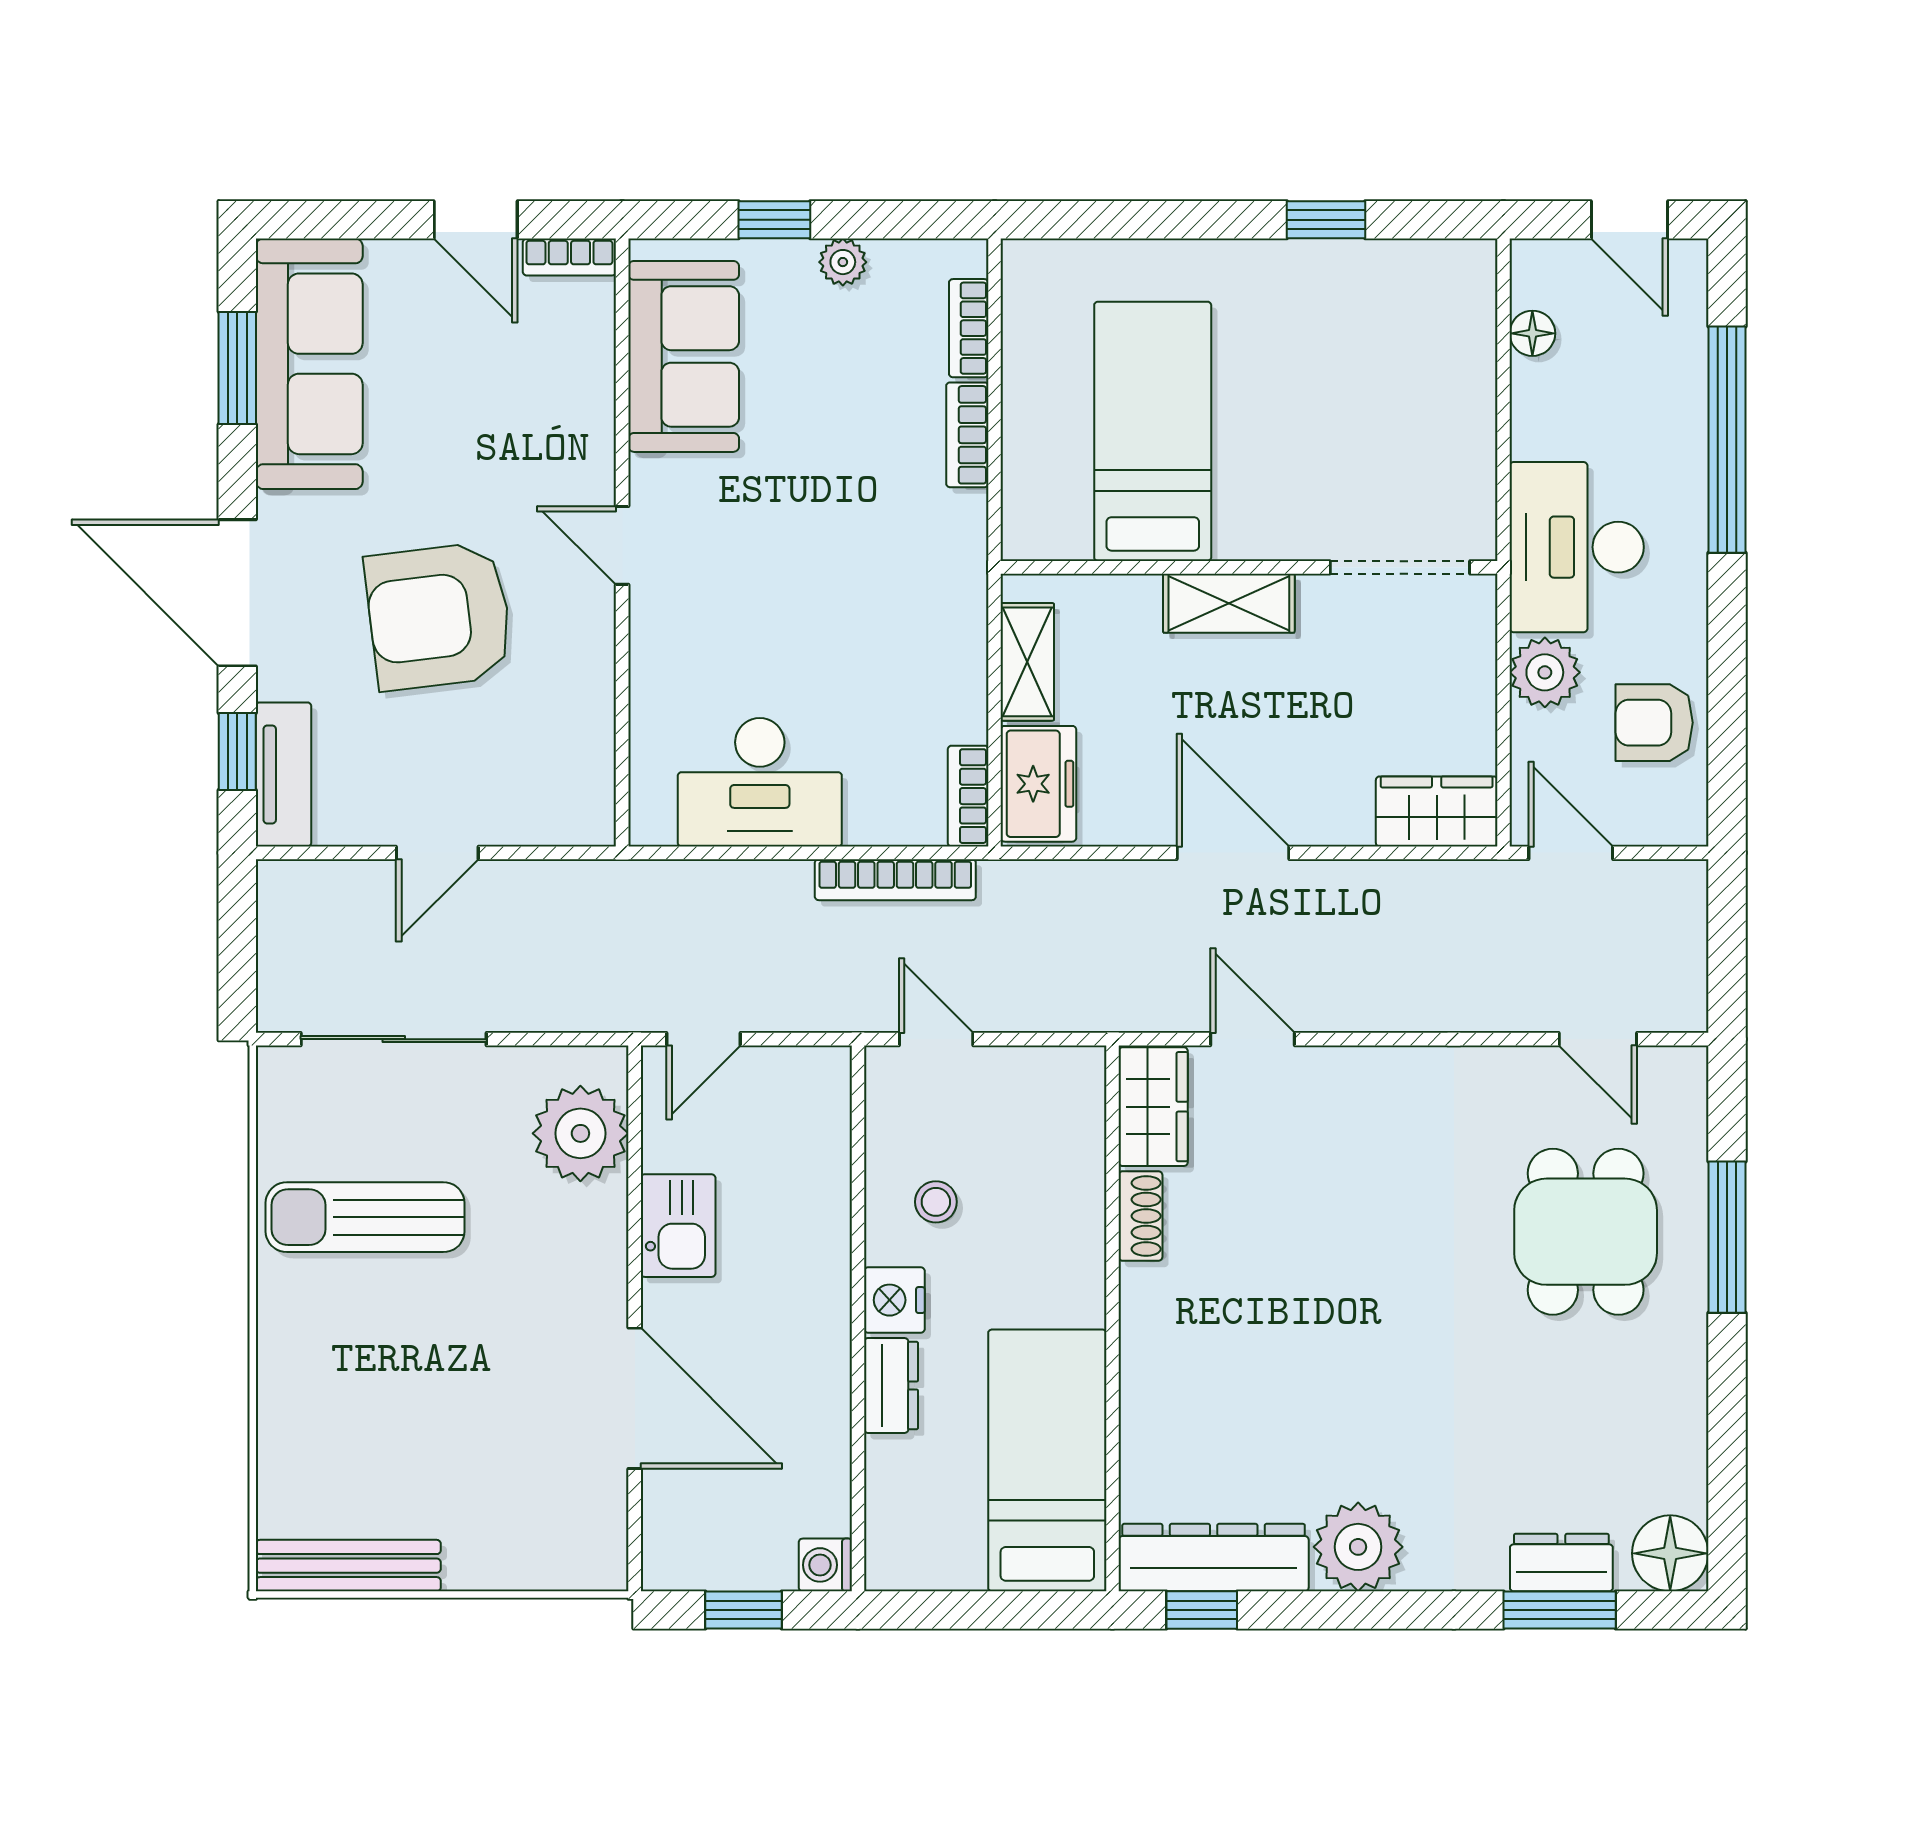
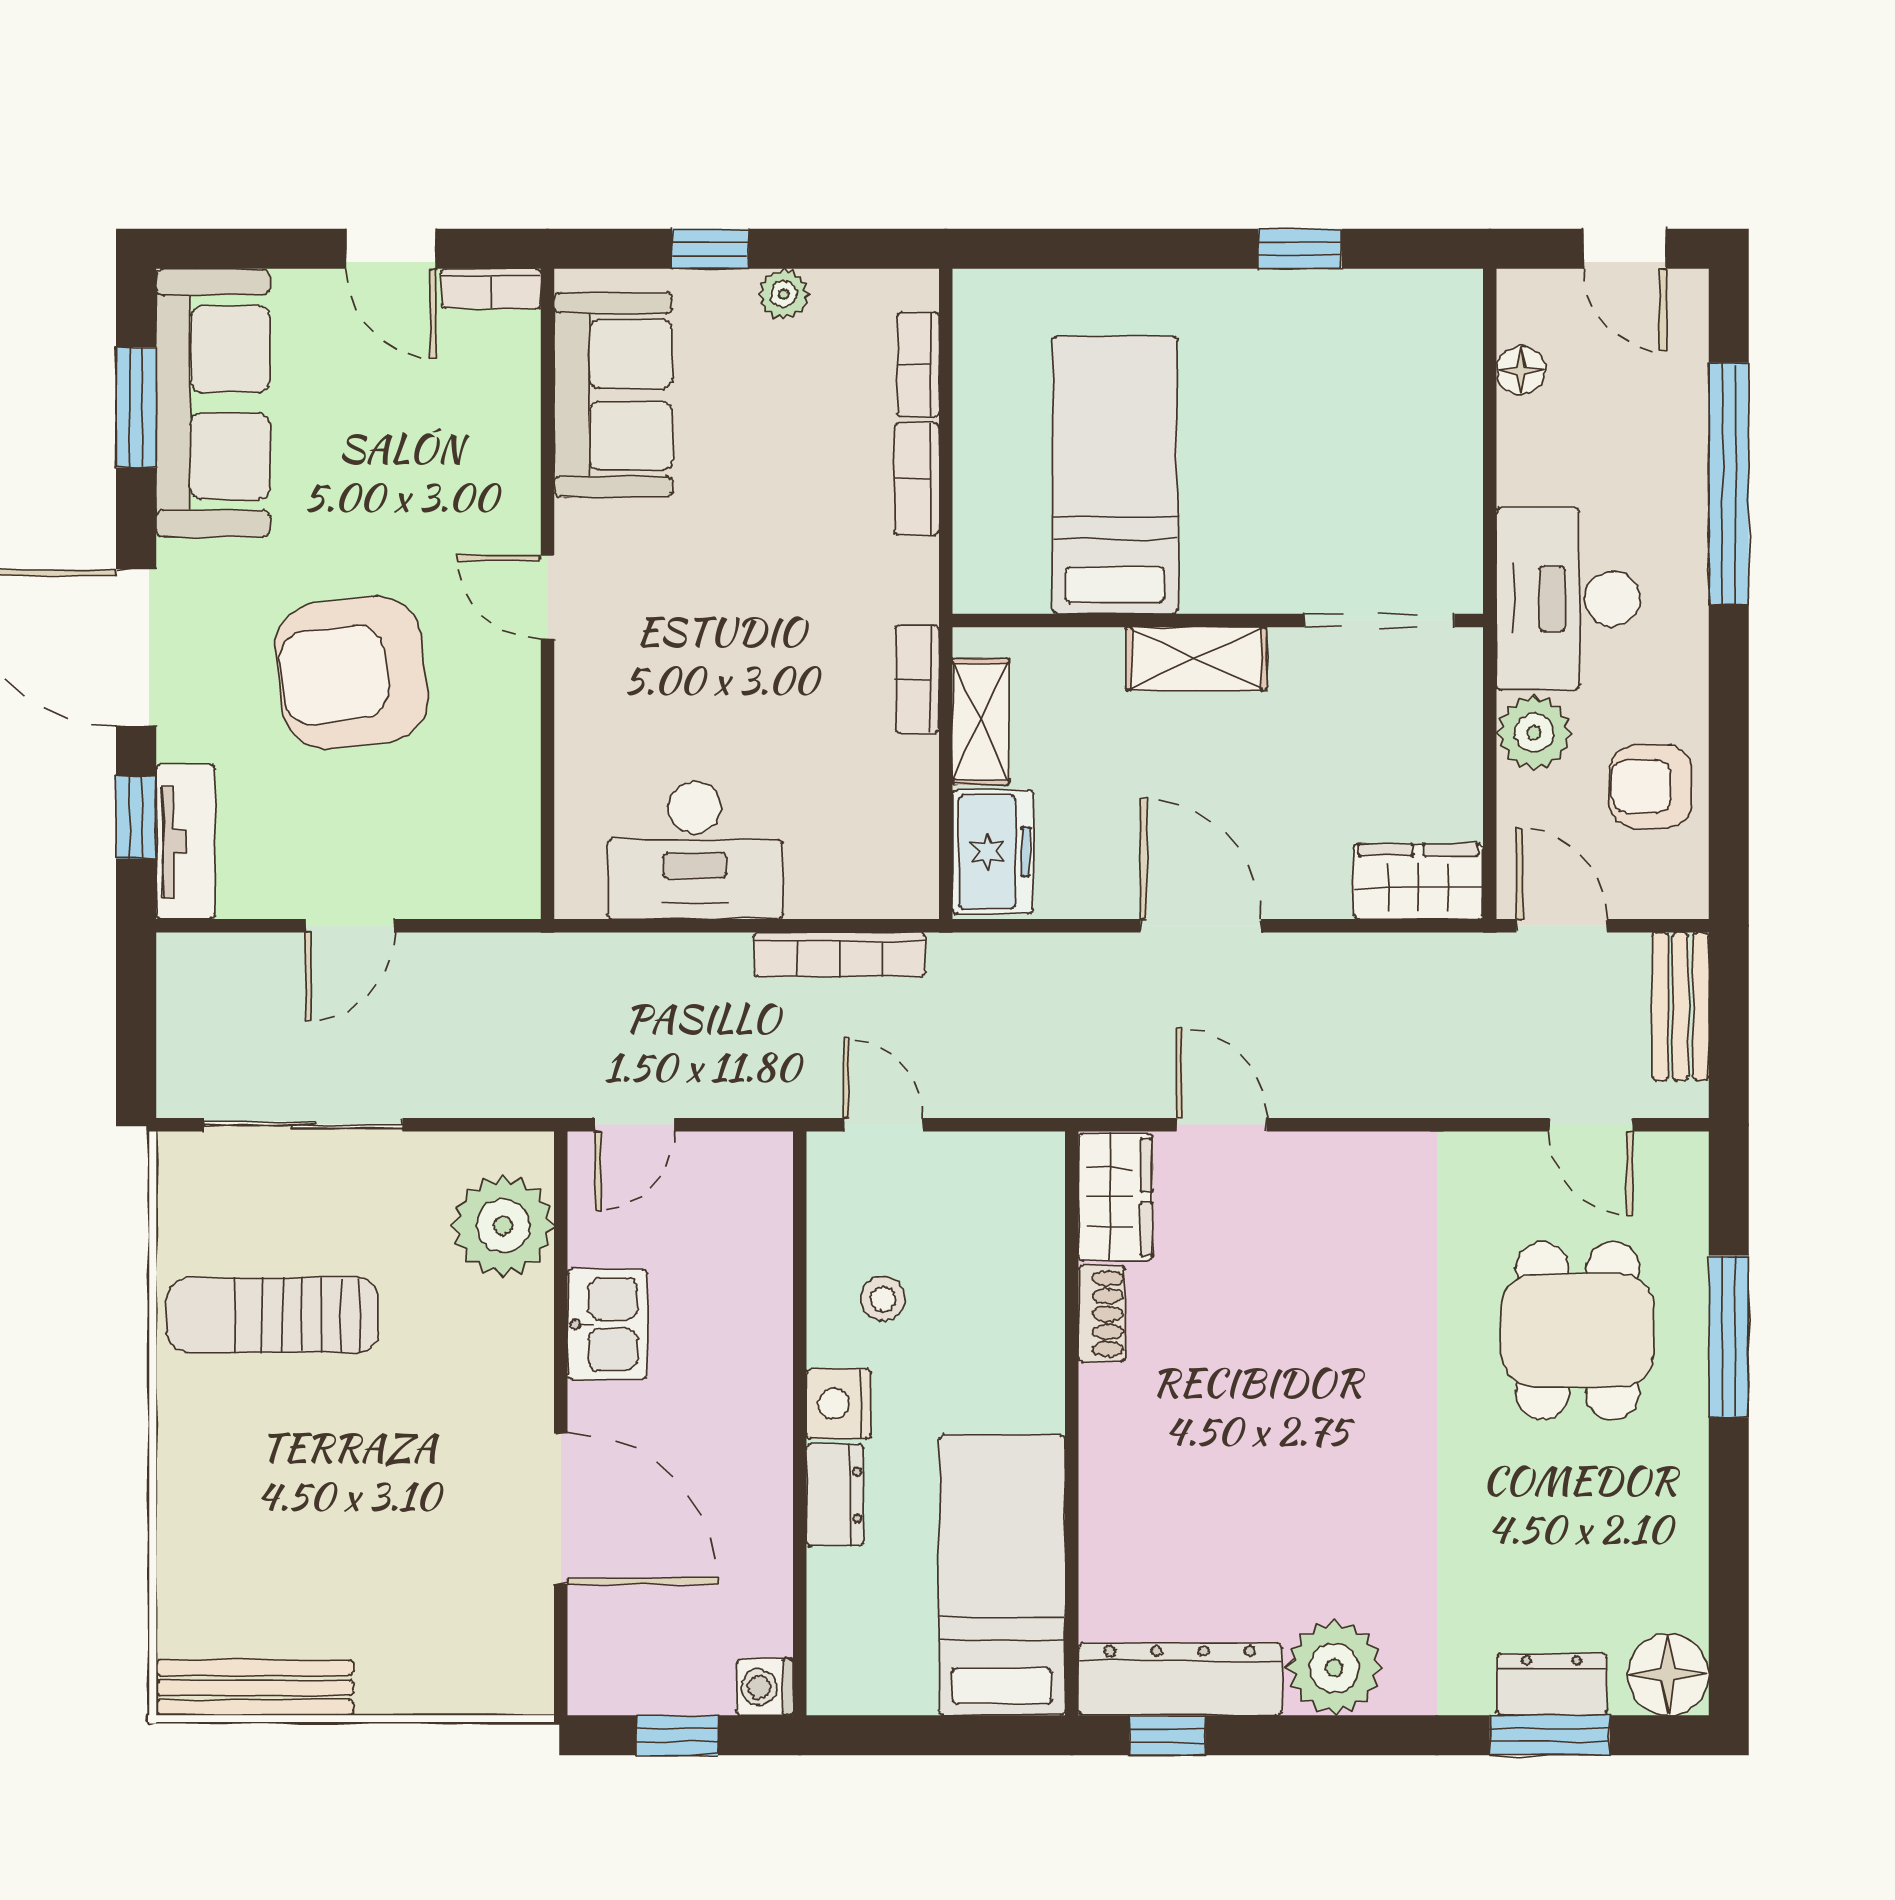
bookcase: (968, 796) -> (917, 679), moved
bench: (1682, 928) -> (1681, 1006), added

